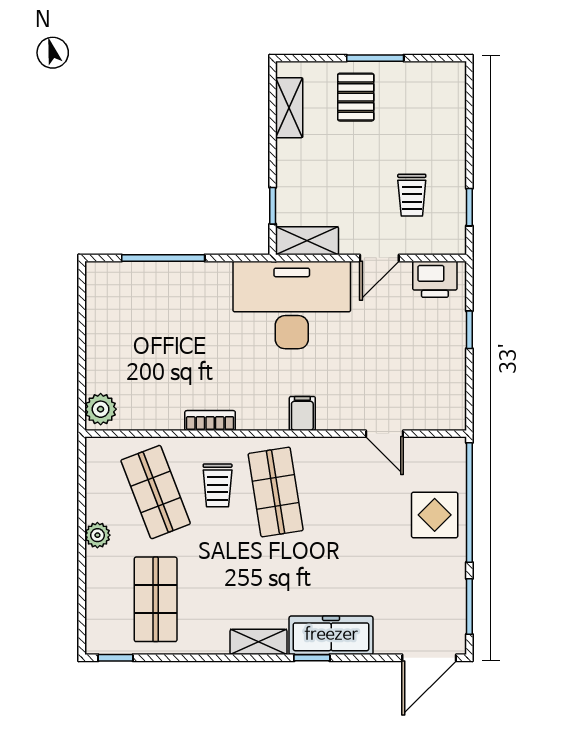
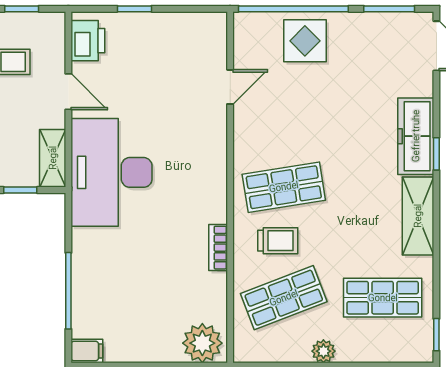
plant: (101, 409) -> (202, 343), width x1.36, depth x1.36
filing cabinet: (302, 413) -> (87, 351), moved, turned 180
shelving: (259, 642) -> (418, 216), width x1.50, depth x1.33

